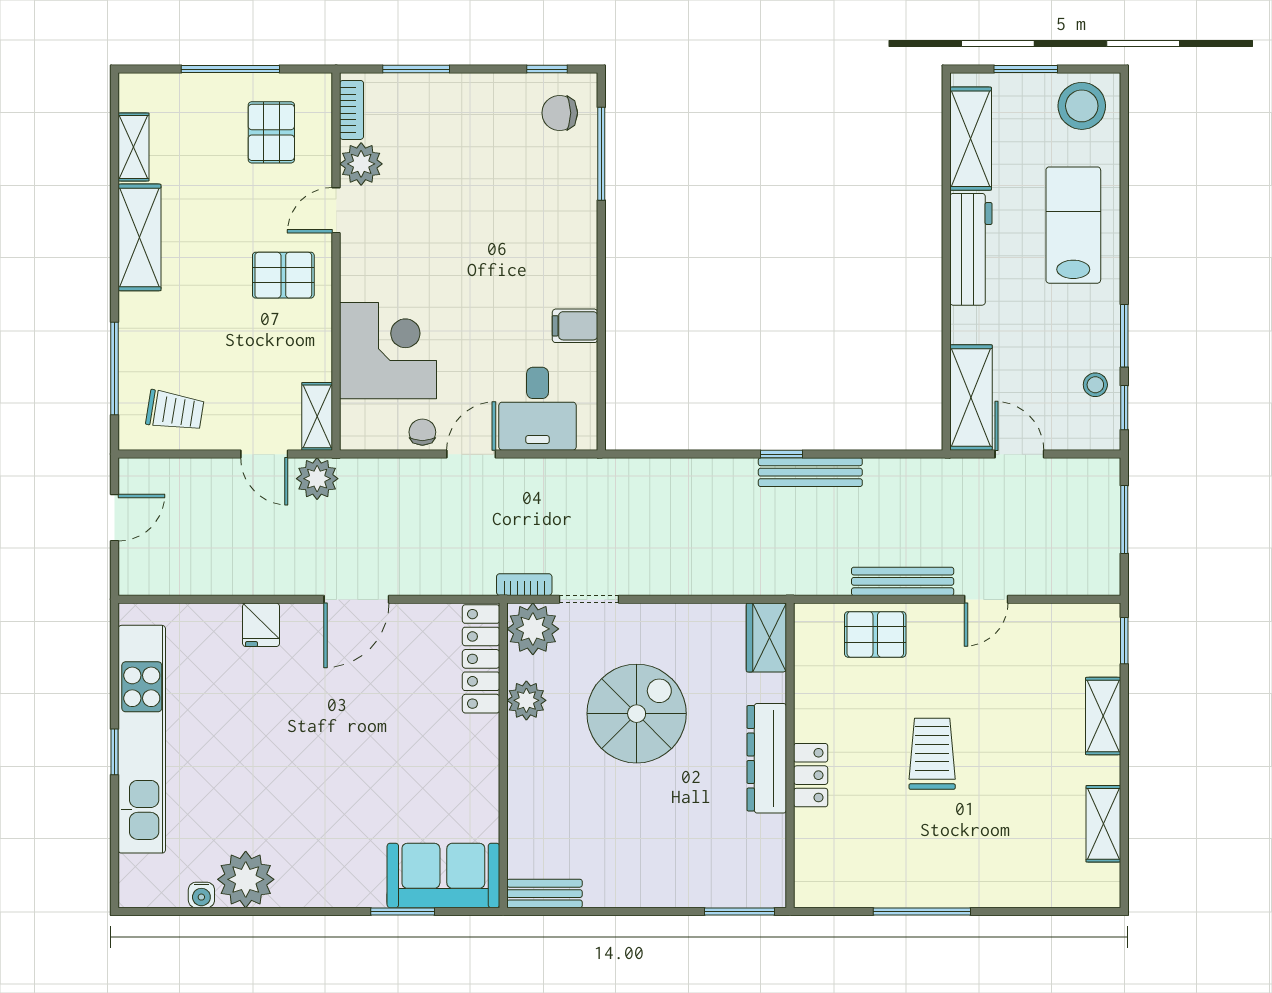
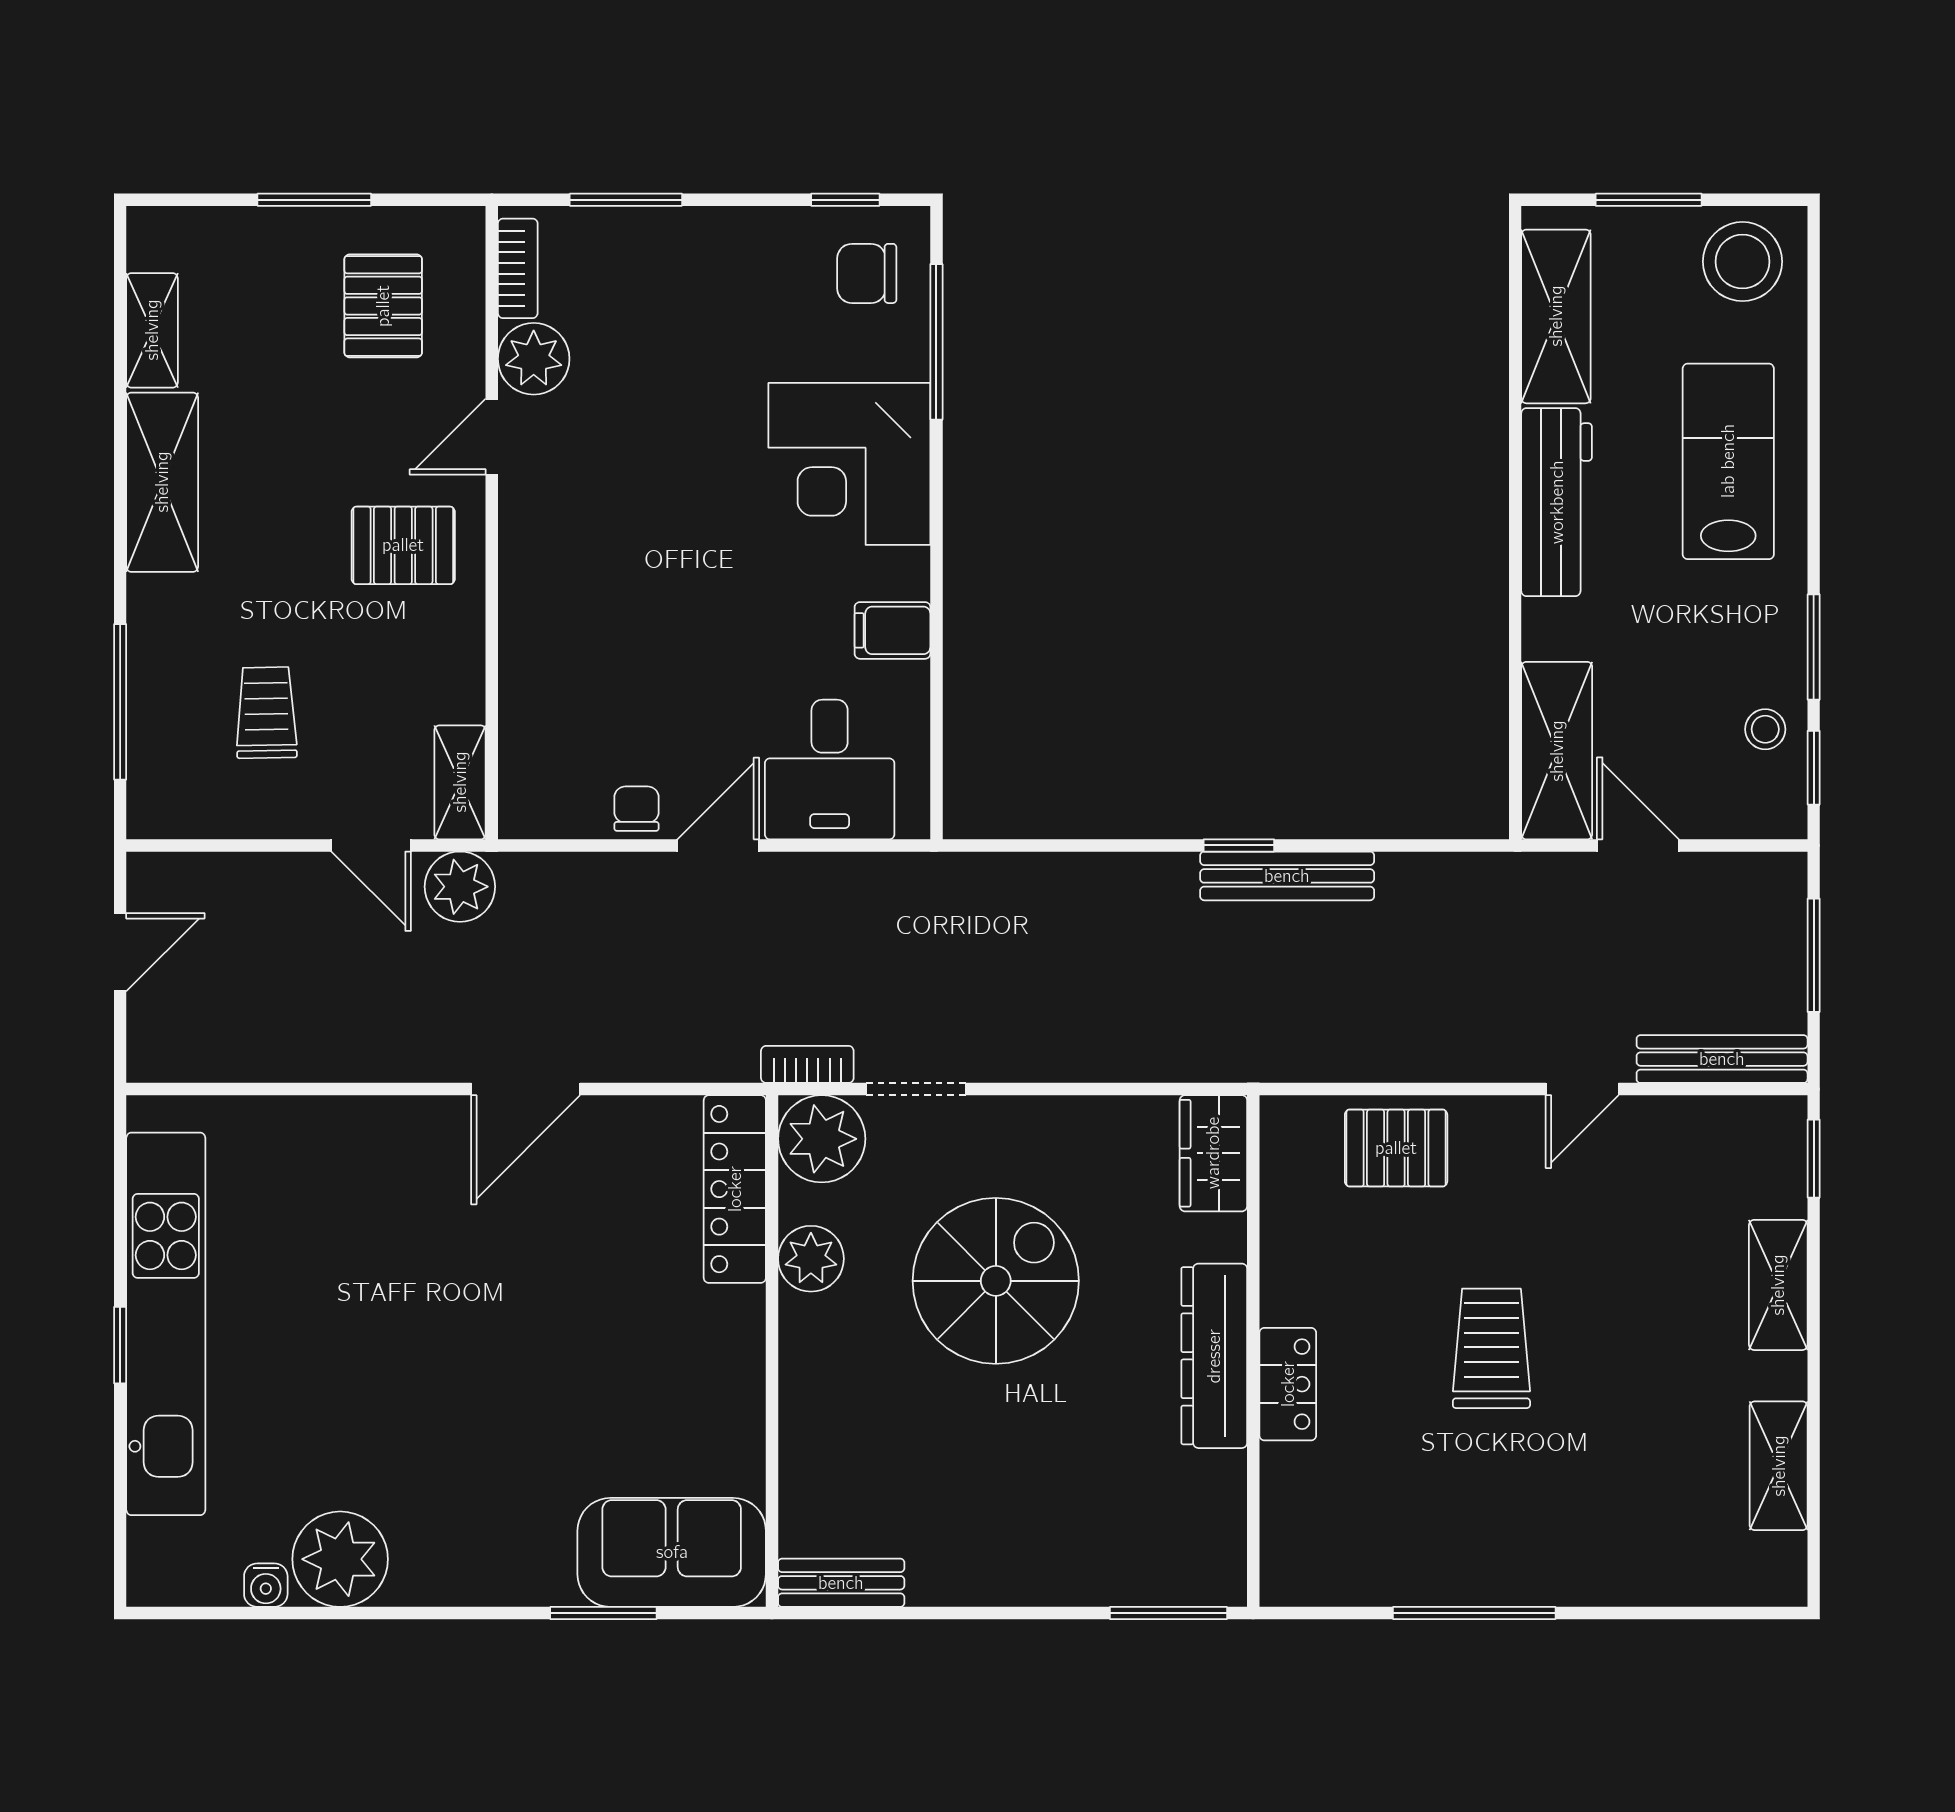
window: (230, 69) -> (314, 200), width x0.69
corner desk: (388, 351) -> (849, 464), moved, turned 180
trolley: (175, 411) -> (266, 713), moved, turned -100
bench: (903, 581) -> (1722, 1059), moved
fridge: (261, 625) -> (366, 1132), removed

